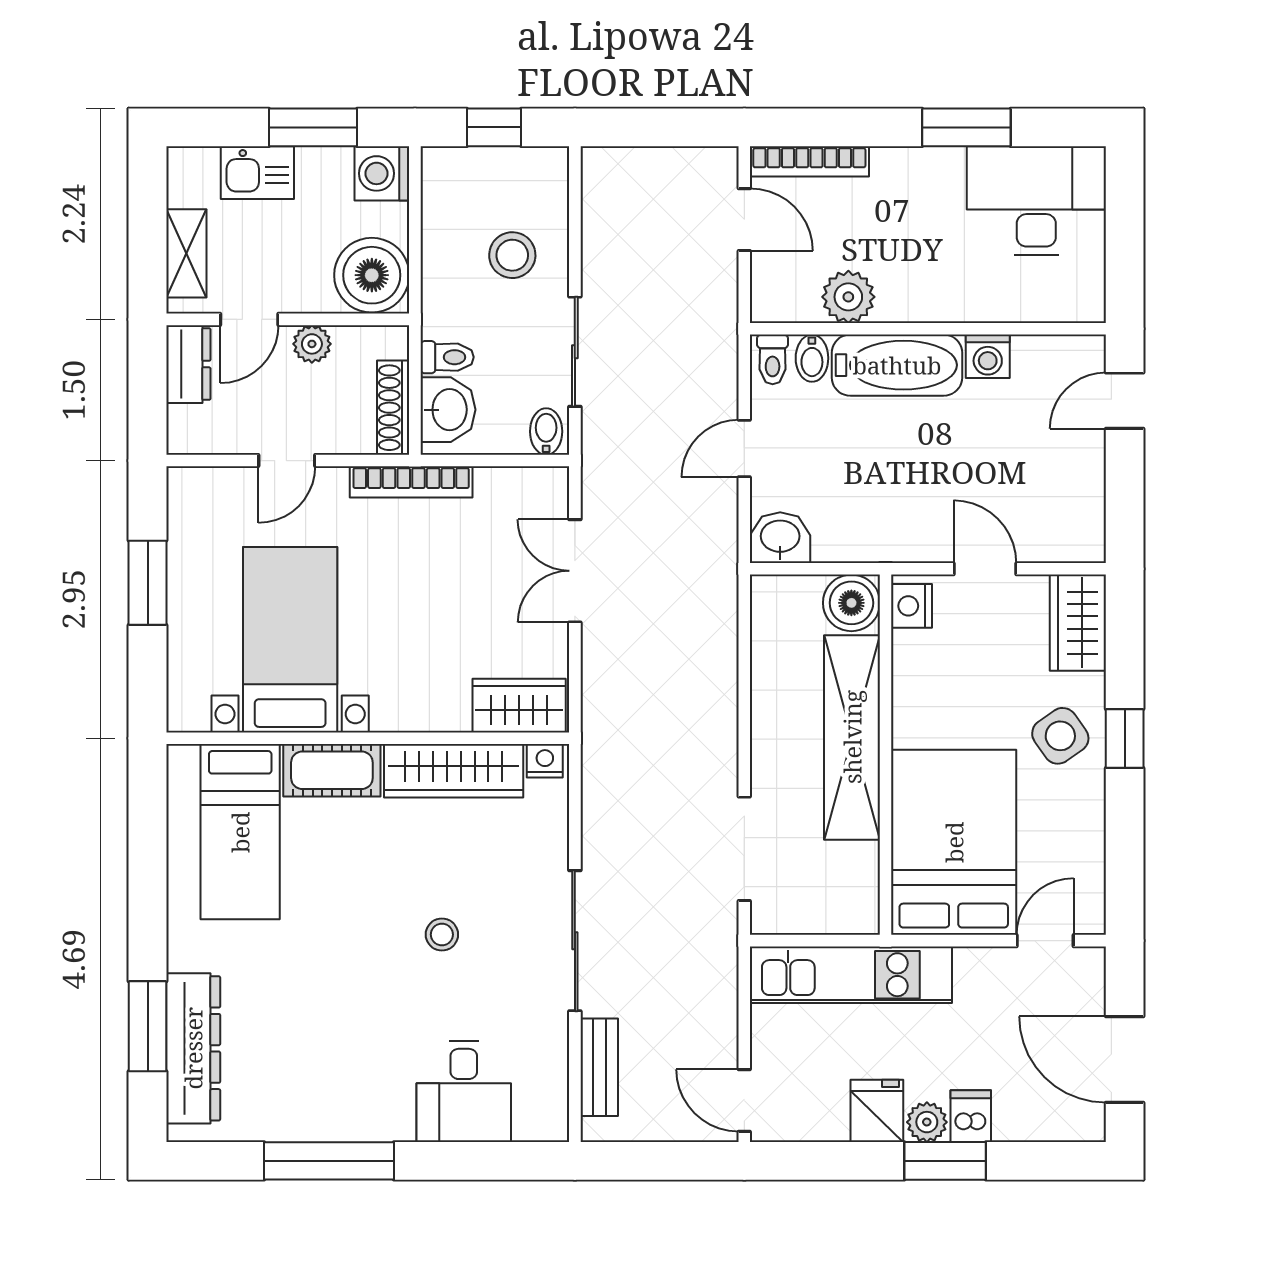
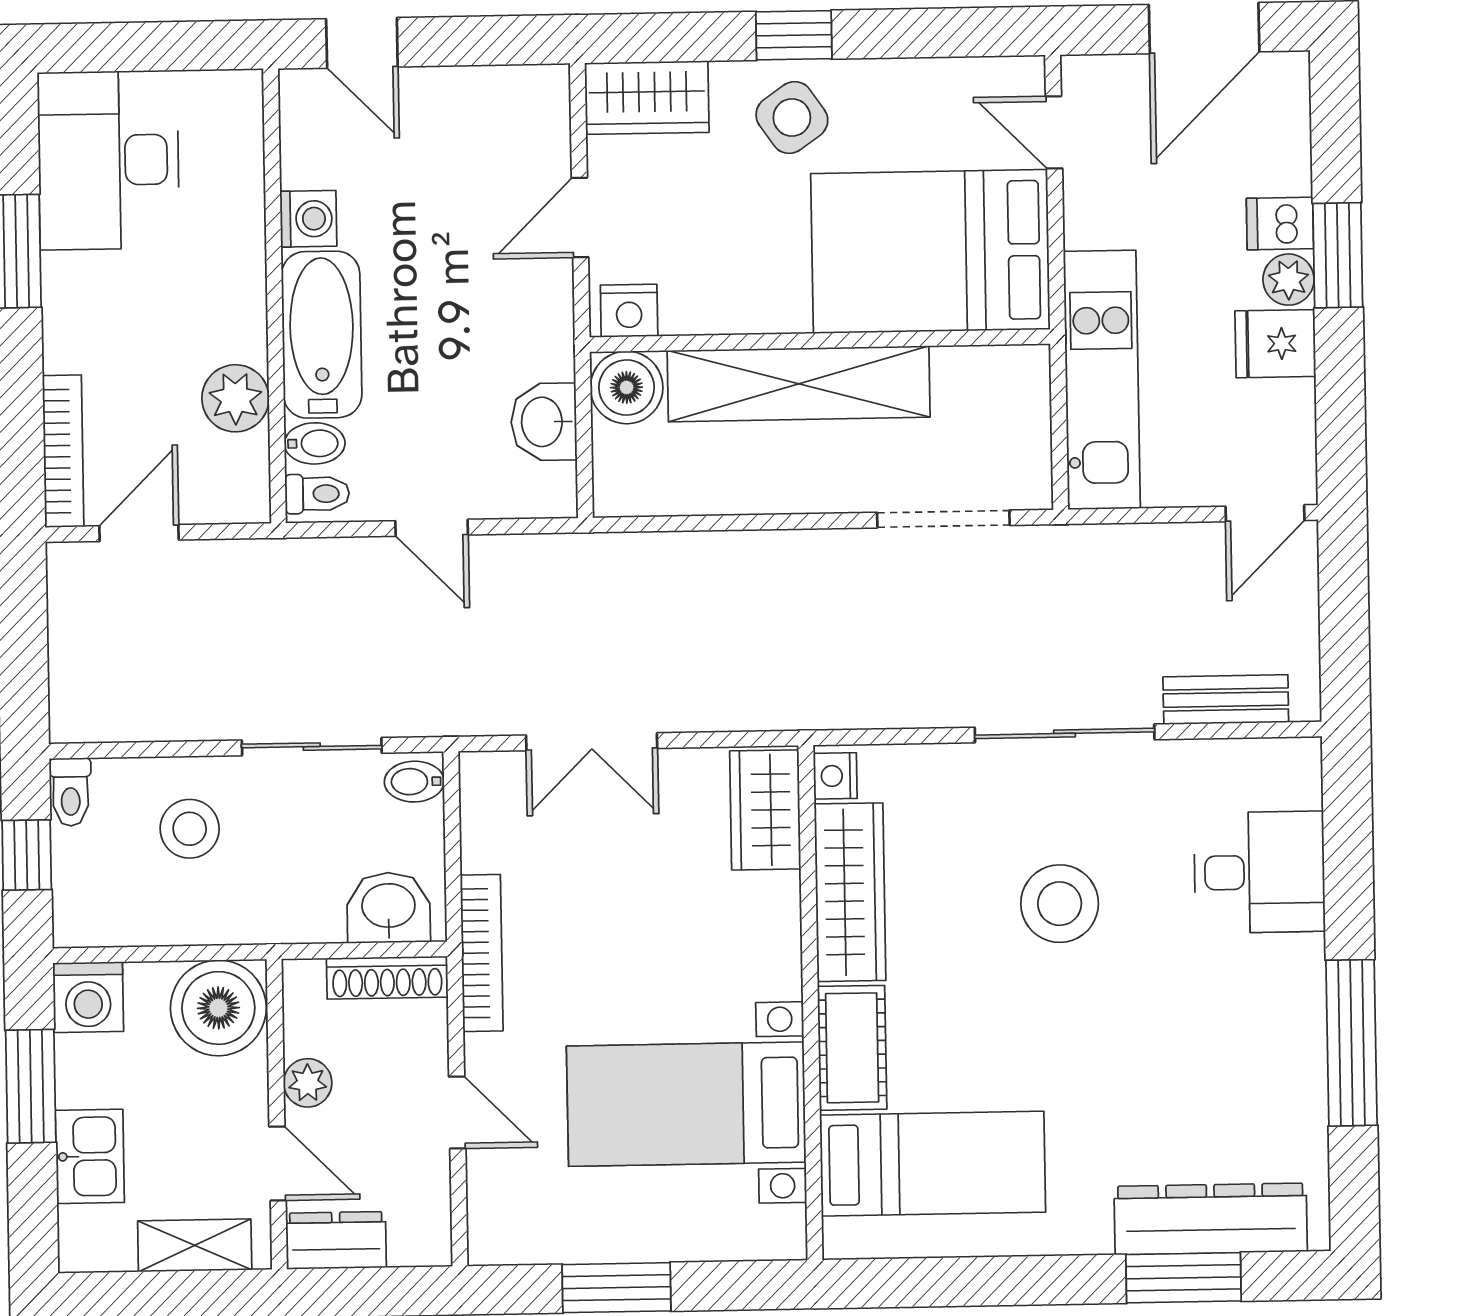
toilet: (447, 357) -> (71, 792), moved, turned 180
washbasin: (780, 538) -> (544, 422), moved
stool: (442, 935) -> (1060, 904), width x1.89, depth x1.89

